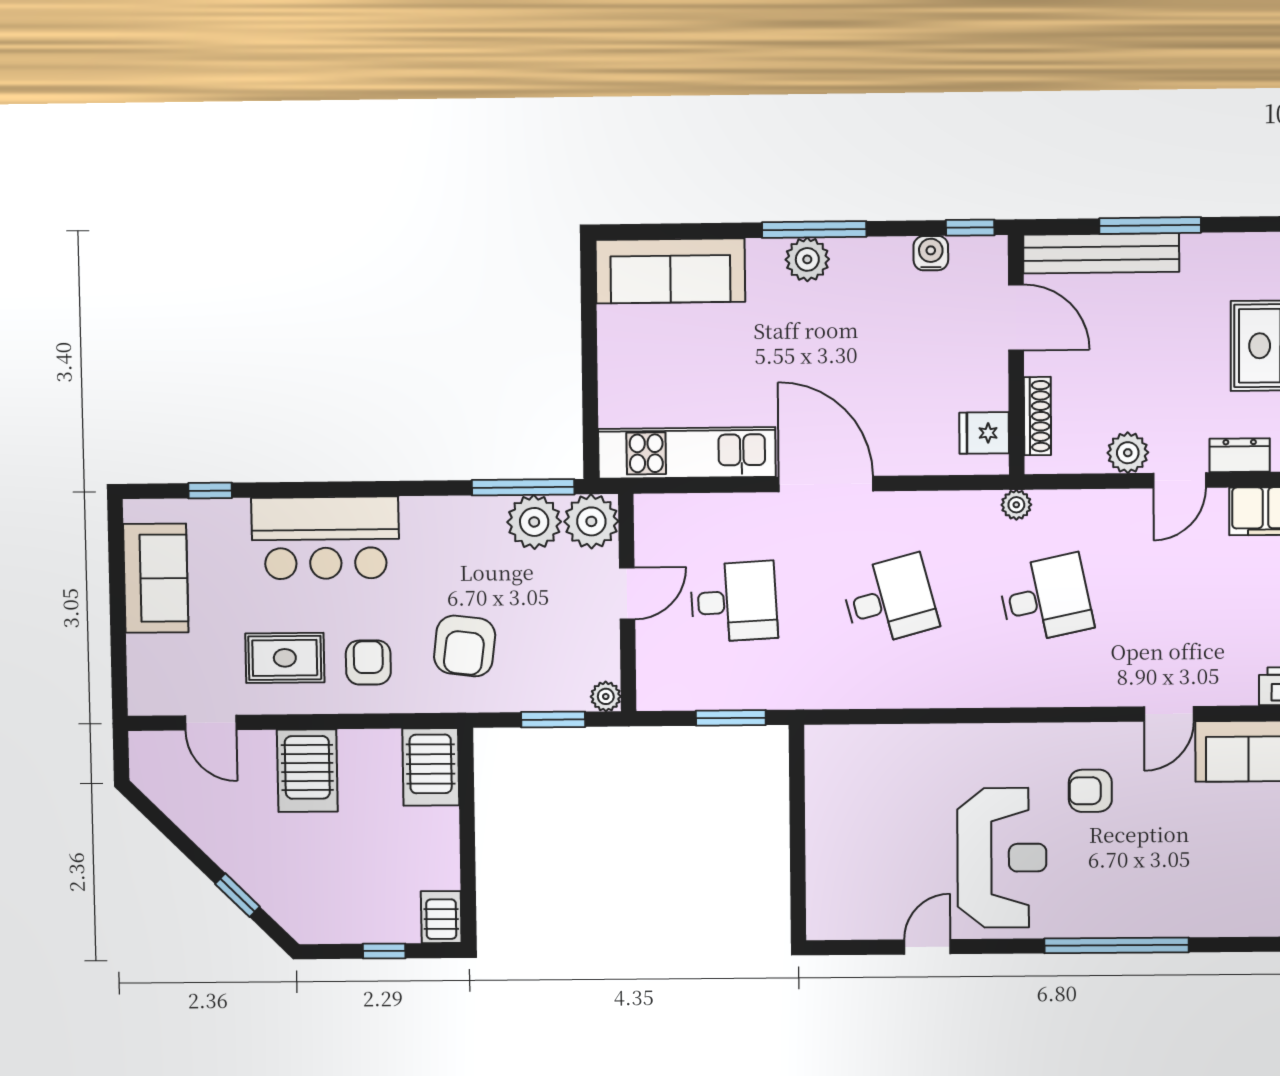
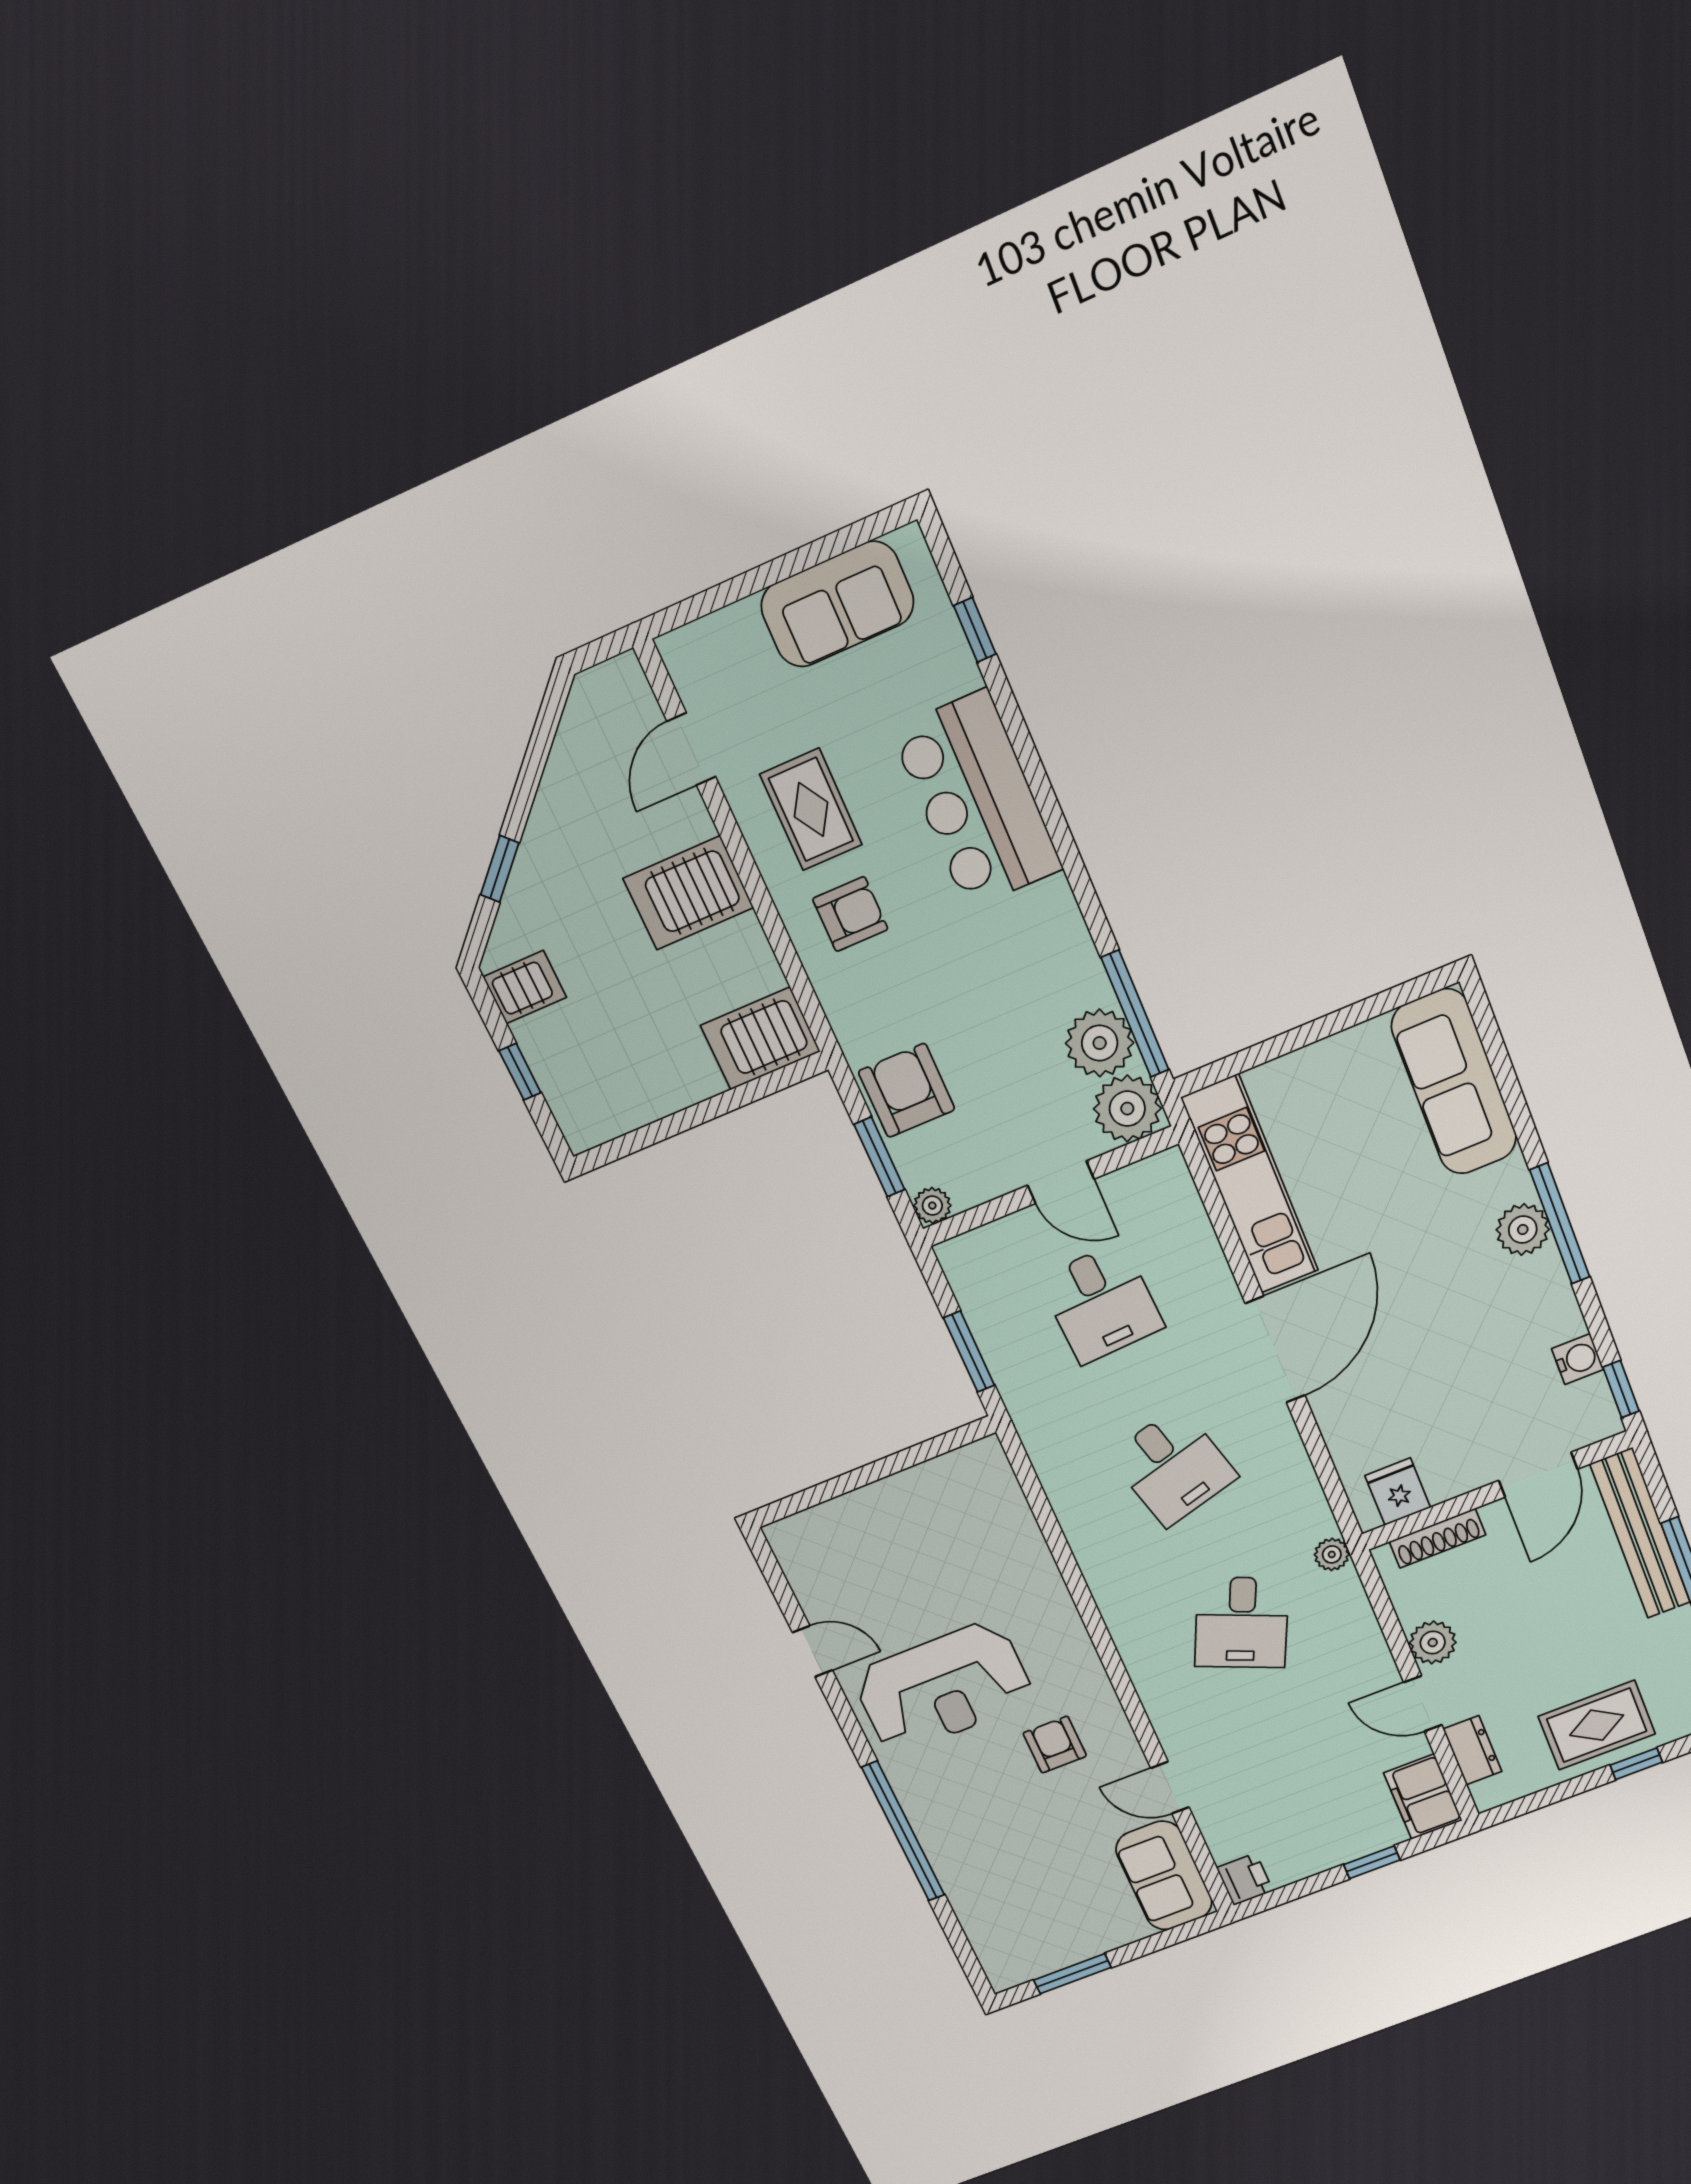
desk: (1045, 599) -> (1242, 1623), turned 36
armchair: (465, 646) -> (907, 1090), moved, turned 83
server rack: (441, 917) -> (525, 987), moved

